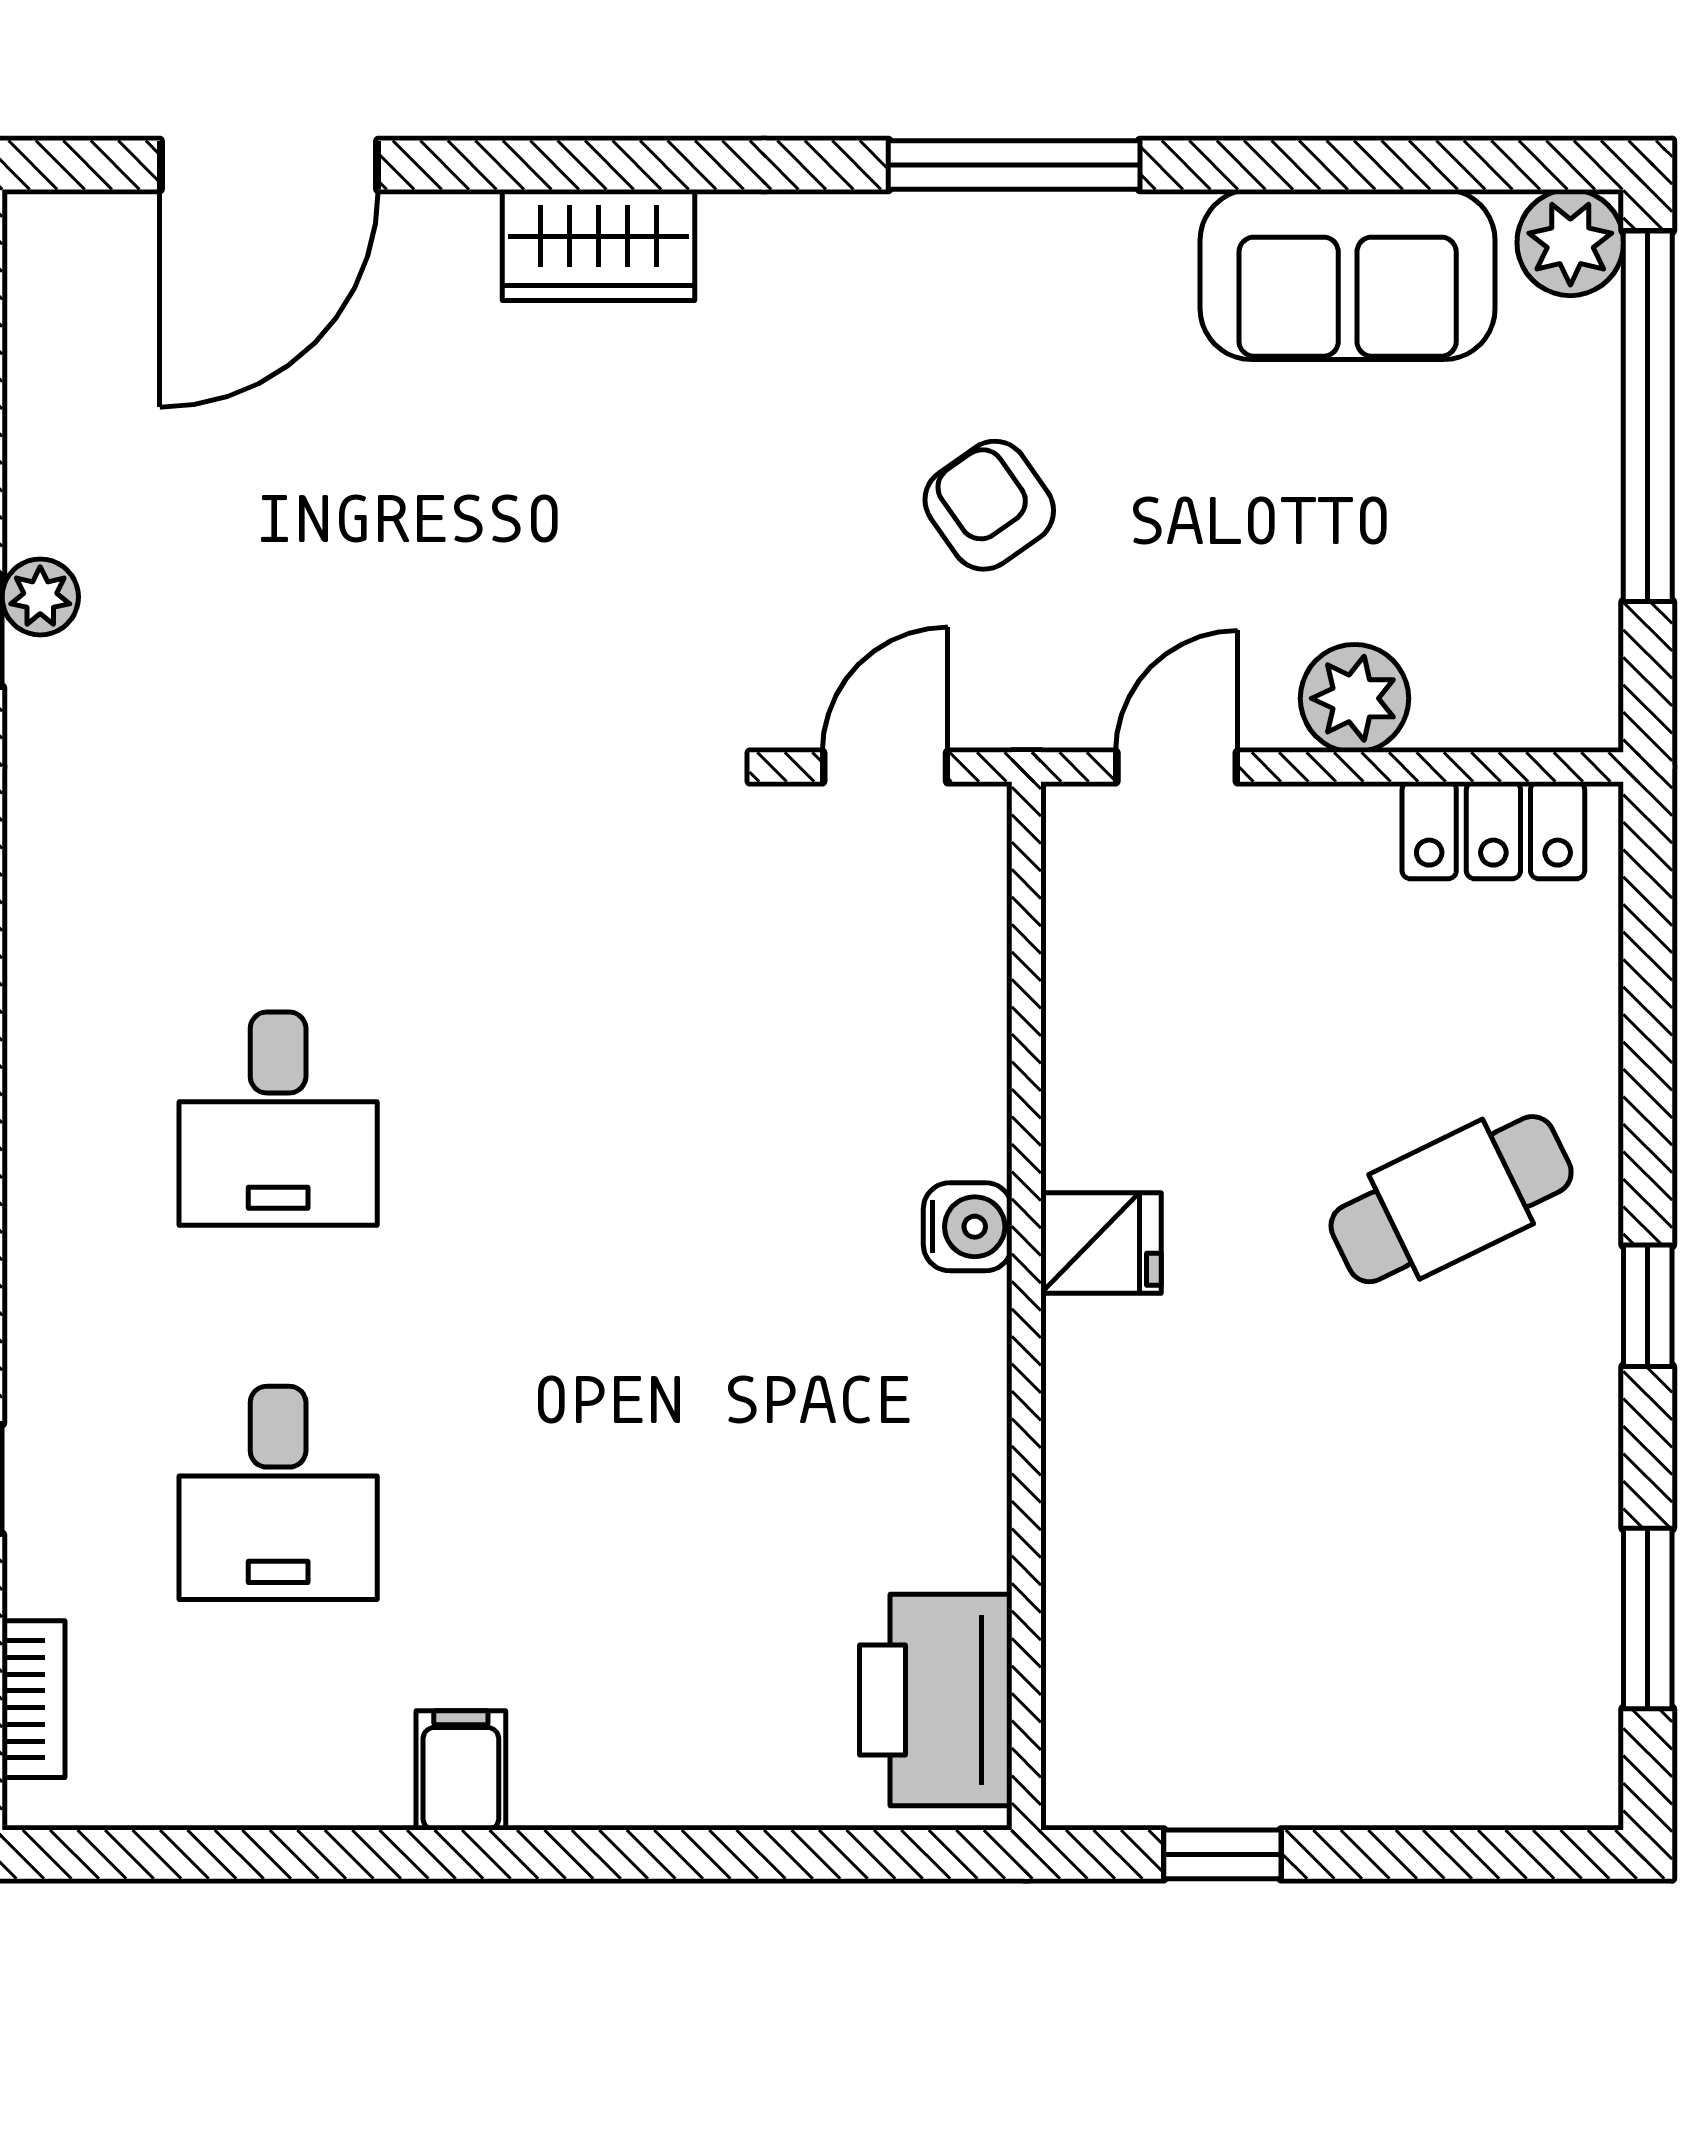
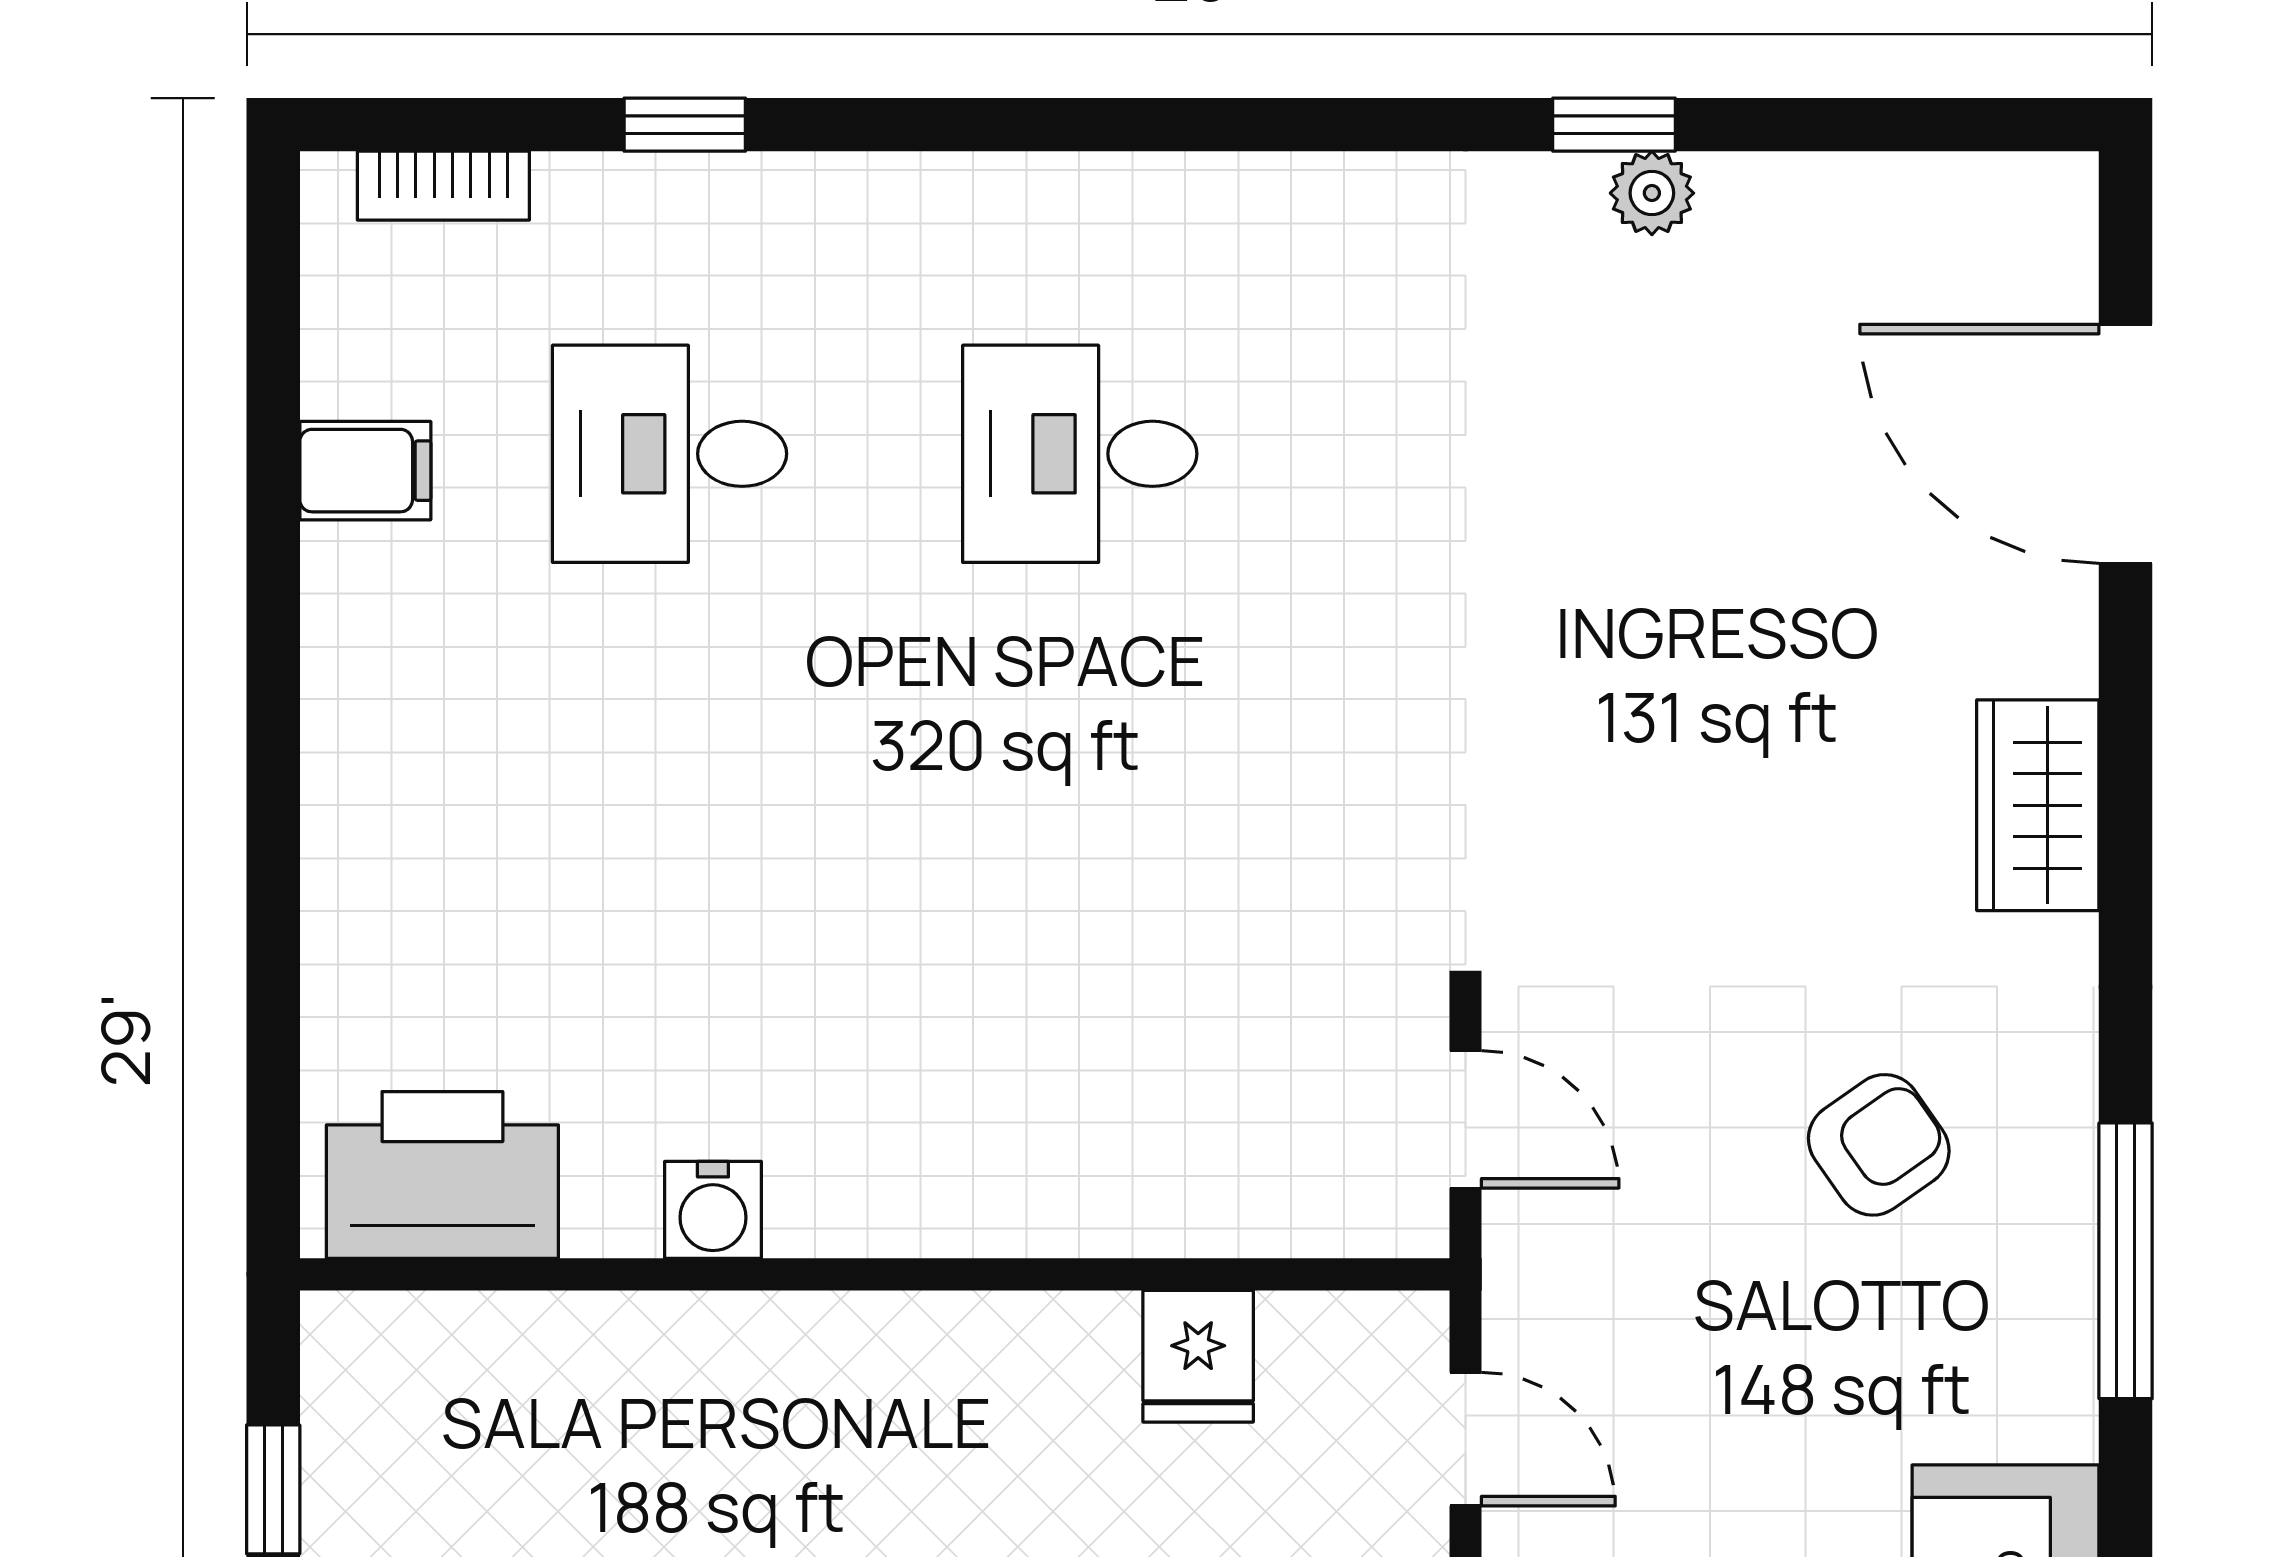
armchair: (989, 505) -> (1879, 1145), moved
water cooler: (968, 1227) -> (713, 1210), moved
fridge: (1101, 1243) -> (1198, 1356), moved
filing cabinet: (461, 1770) -> (365, 471), moved

